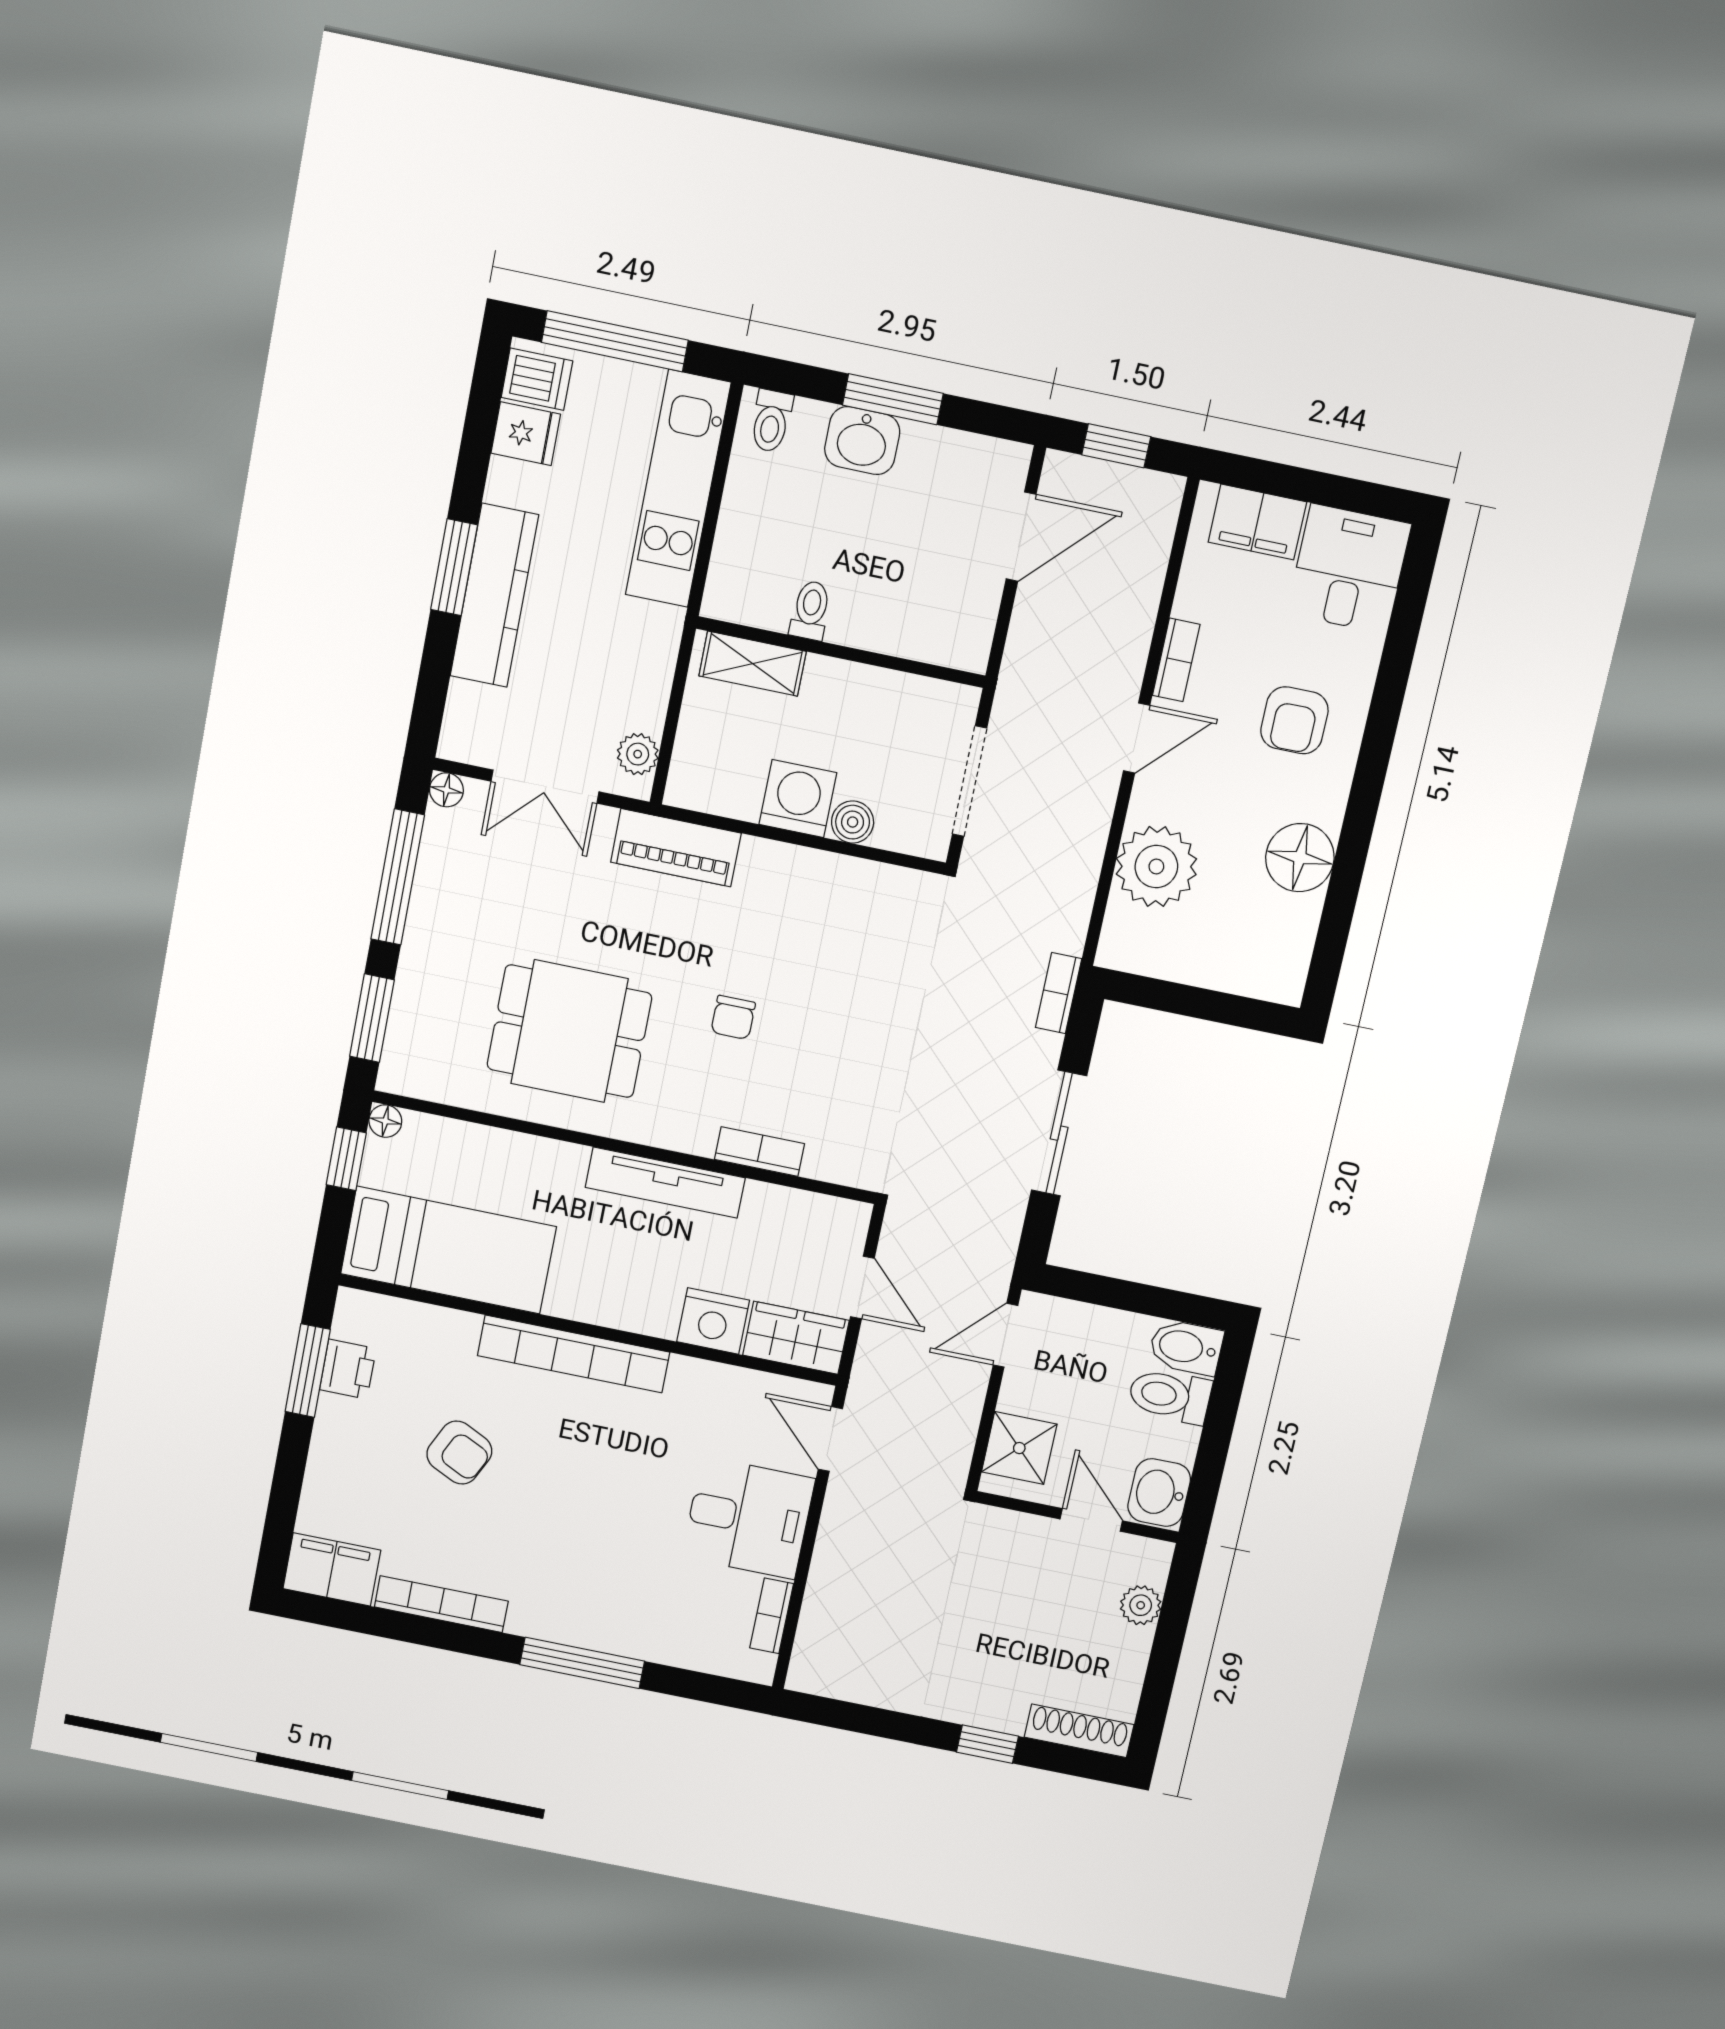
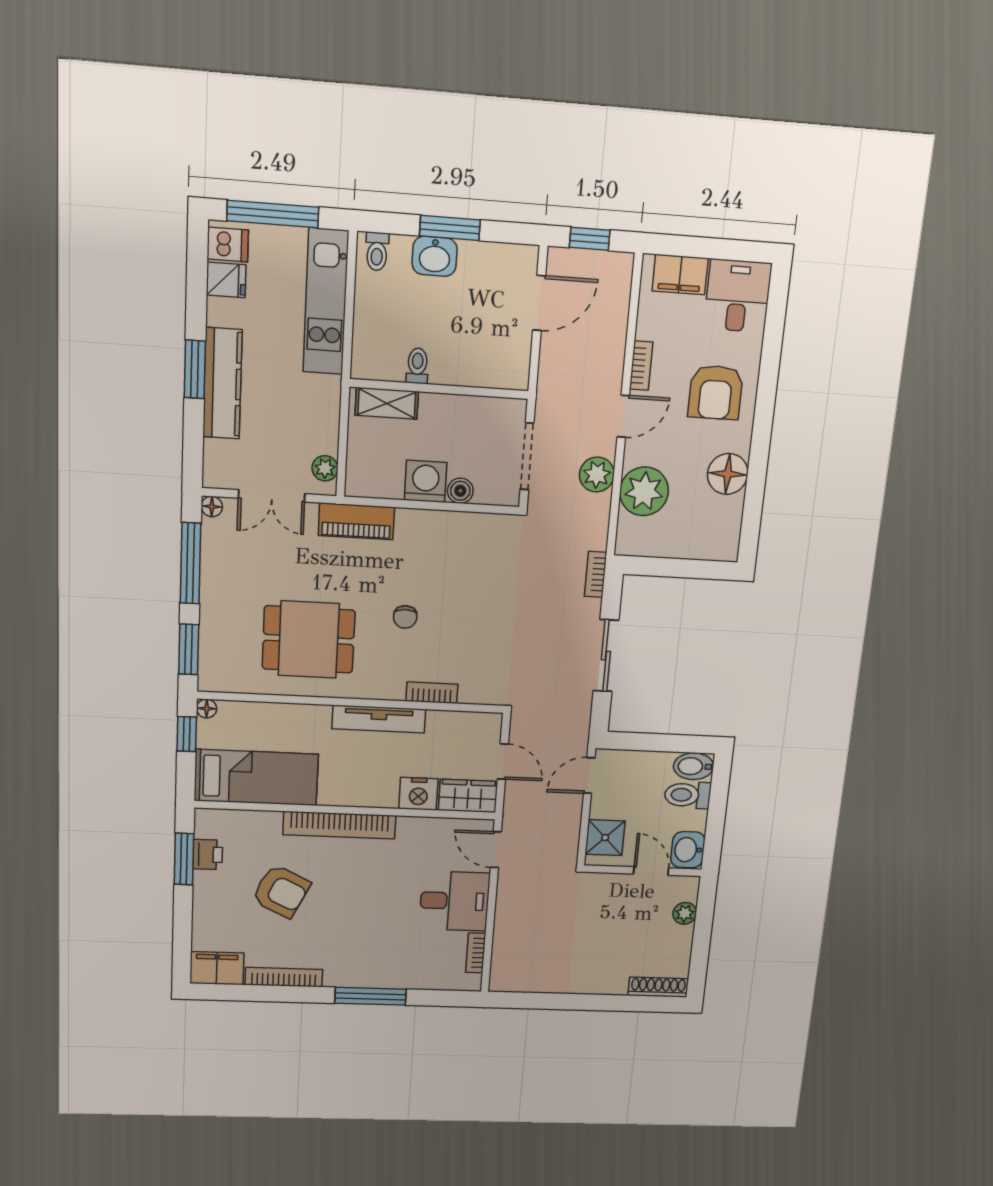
armchair: (1294, 720) -> (716, 392), width x1.38, depth x1.38
plant: (1081, 827) -> (597, 475), added
armchair: (459, 1453) -> (281, 891), width x1.38, depth x1.38
window: (987, 1744) -> (608, 1003), removed

